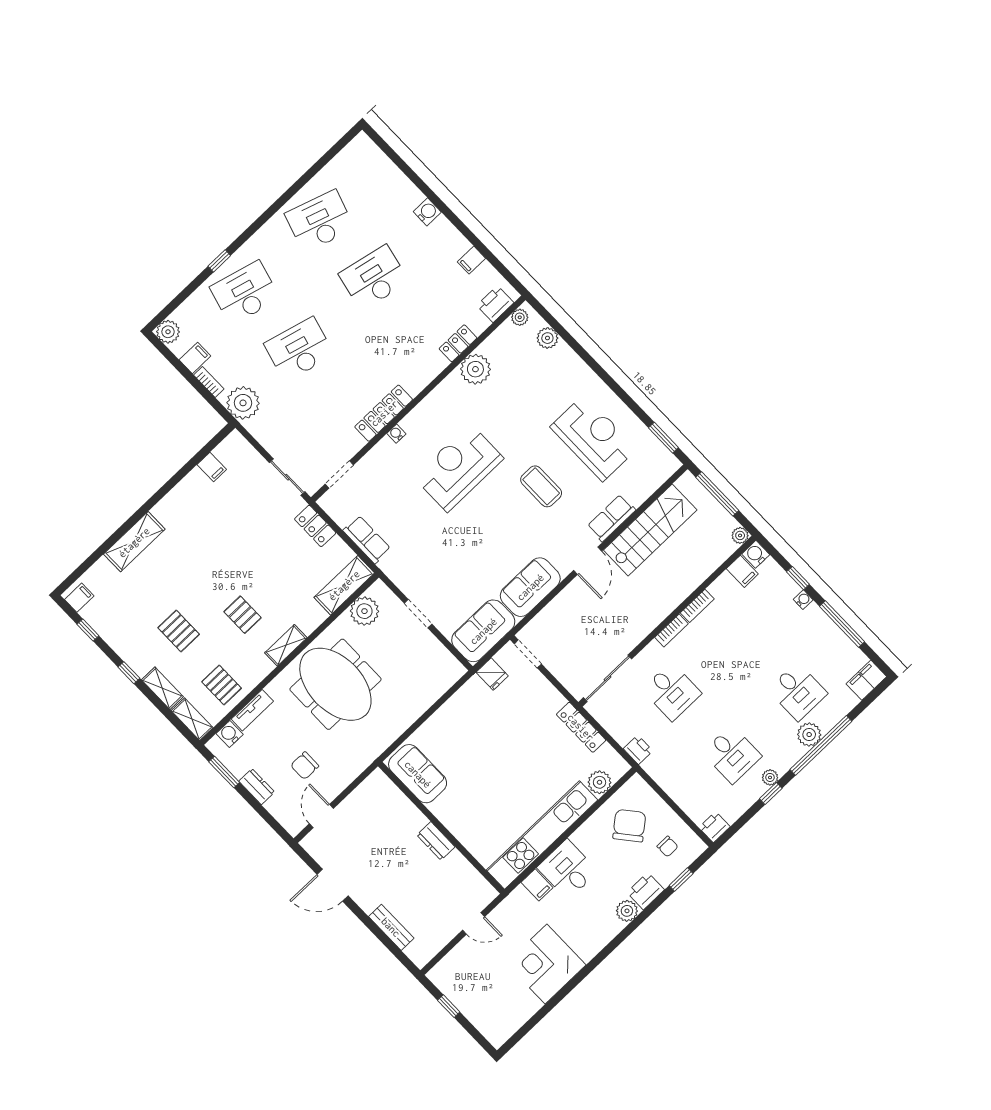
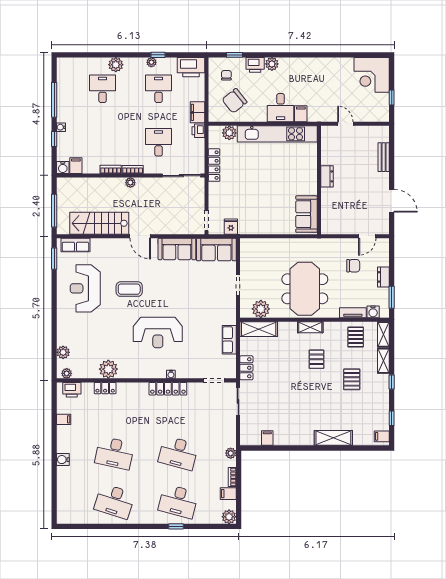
plant: (243, 403) -> (231, 453), width x0.53, depth x0.53
coffee table: (541, 486) -> (129, 289), turned 90
row of seats: (611, 518) -> (75, 245), moved
plant: (740, 535) -> (130, 183), moved
door: (588, 561) -> (140, 236), swing flipped
filing cabinet: (866, 680) -> (197, 112), moved, turned 90
window: (821, 745) -> (115, 55), removed
printer: (714, 827) -> (191, 67), width x1.87, depth x1.48
corner desk: (546, 964) -> (372, 75), moved, turned 90

